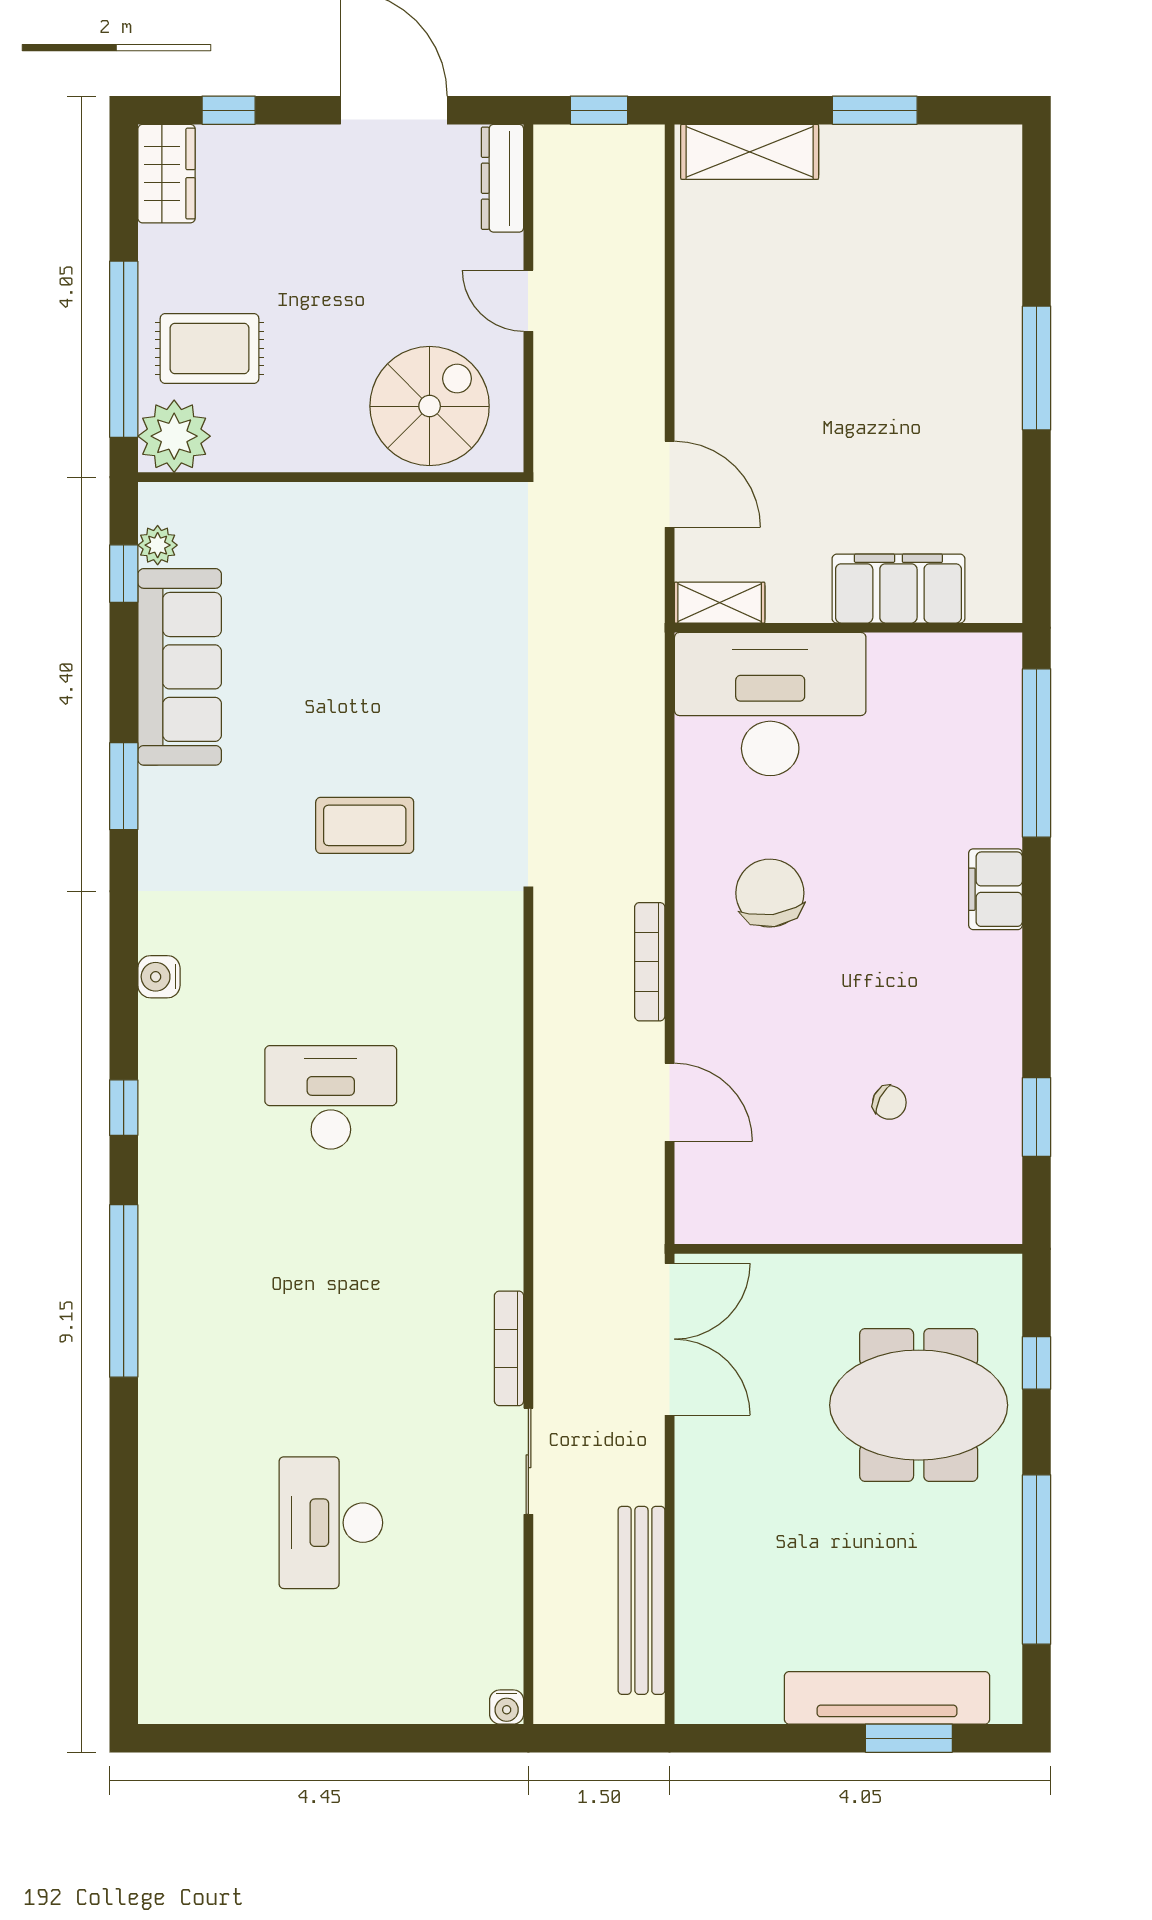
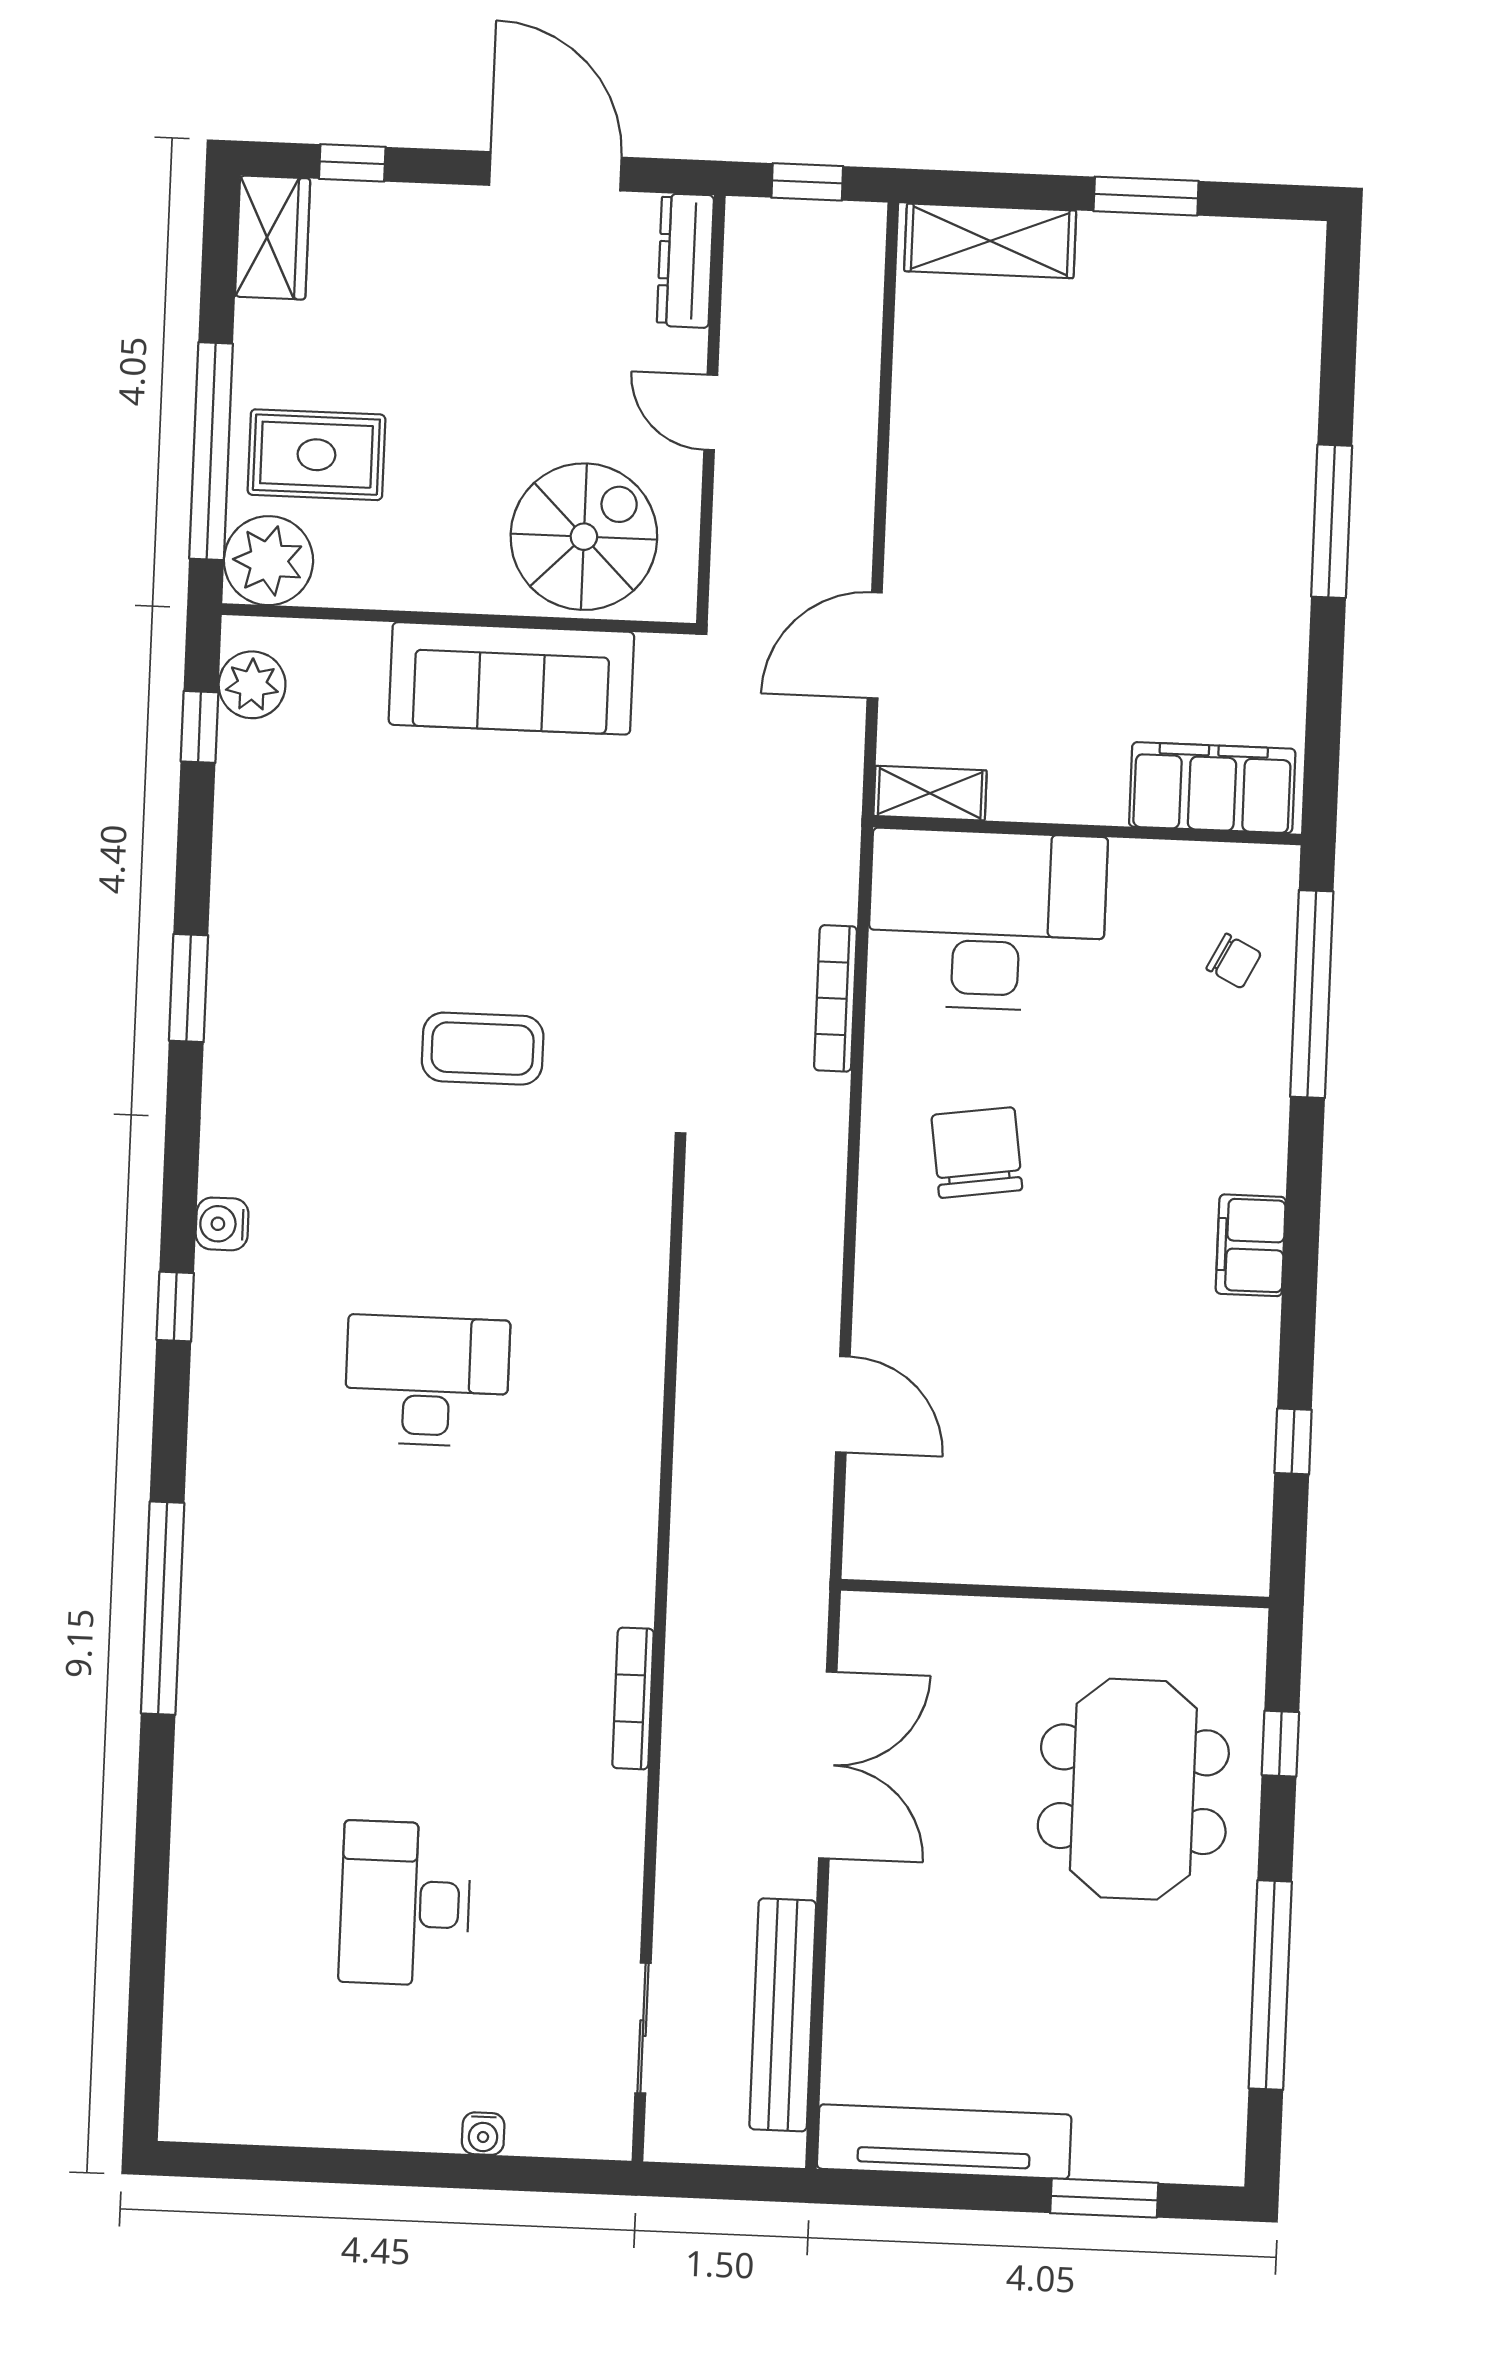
door: (670, 484) -> (875, 645), swing flipped
plant: (158, 545) -> (252, 685), width x1.38, depth x1.38
filing cabinet: (898, 589) -> (1212, 788), moved
sofa: (180, 667) -> (511, 678), moved, turned 90
filing cabinet: (996, 889) -> (1251, 1245), moved
bookcase: (650, 962) -> (835, 998), moved
chair: (889, 1102) -> (1234, 961), moved
window: (124, 1108) -> (175, 1307), moved
window: (1037, 1117) -> (1293, 1441), width x0.67
double door: (670, 1339) -> (828, 1765), moved
meeting table: (919, 1405) -> (1133, 1789), turned 90
sliding door: (528, 1461) -> (643, 2028), moved
tv unit: (887, 1698) -> (944, 2142), moved
water cooler: (507, 1707) -> (483, 2134), moved

